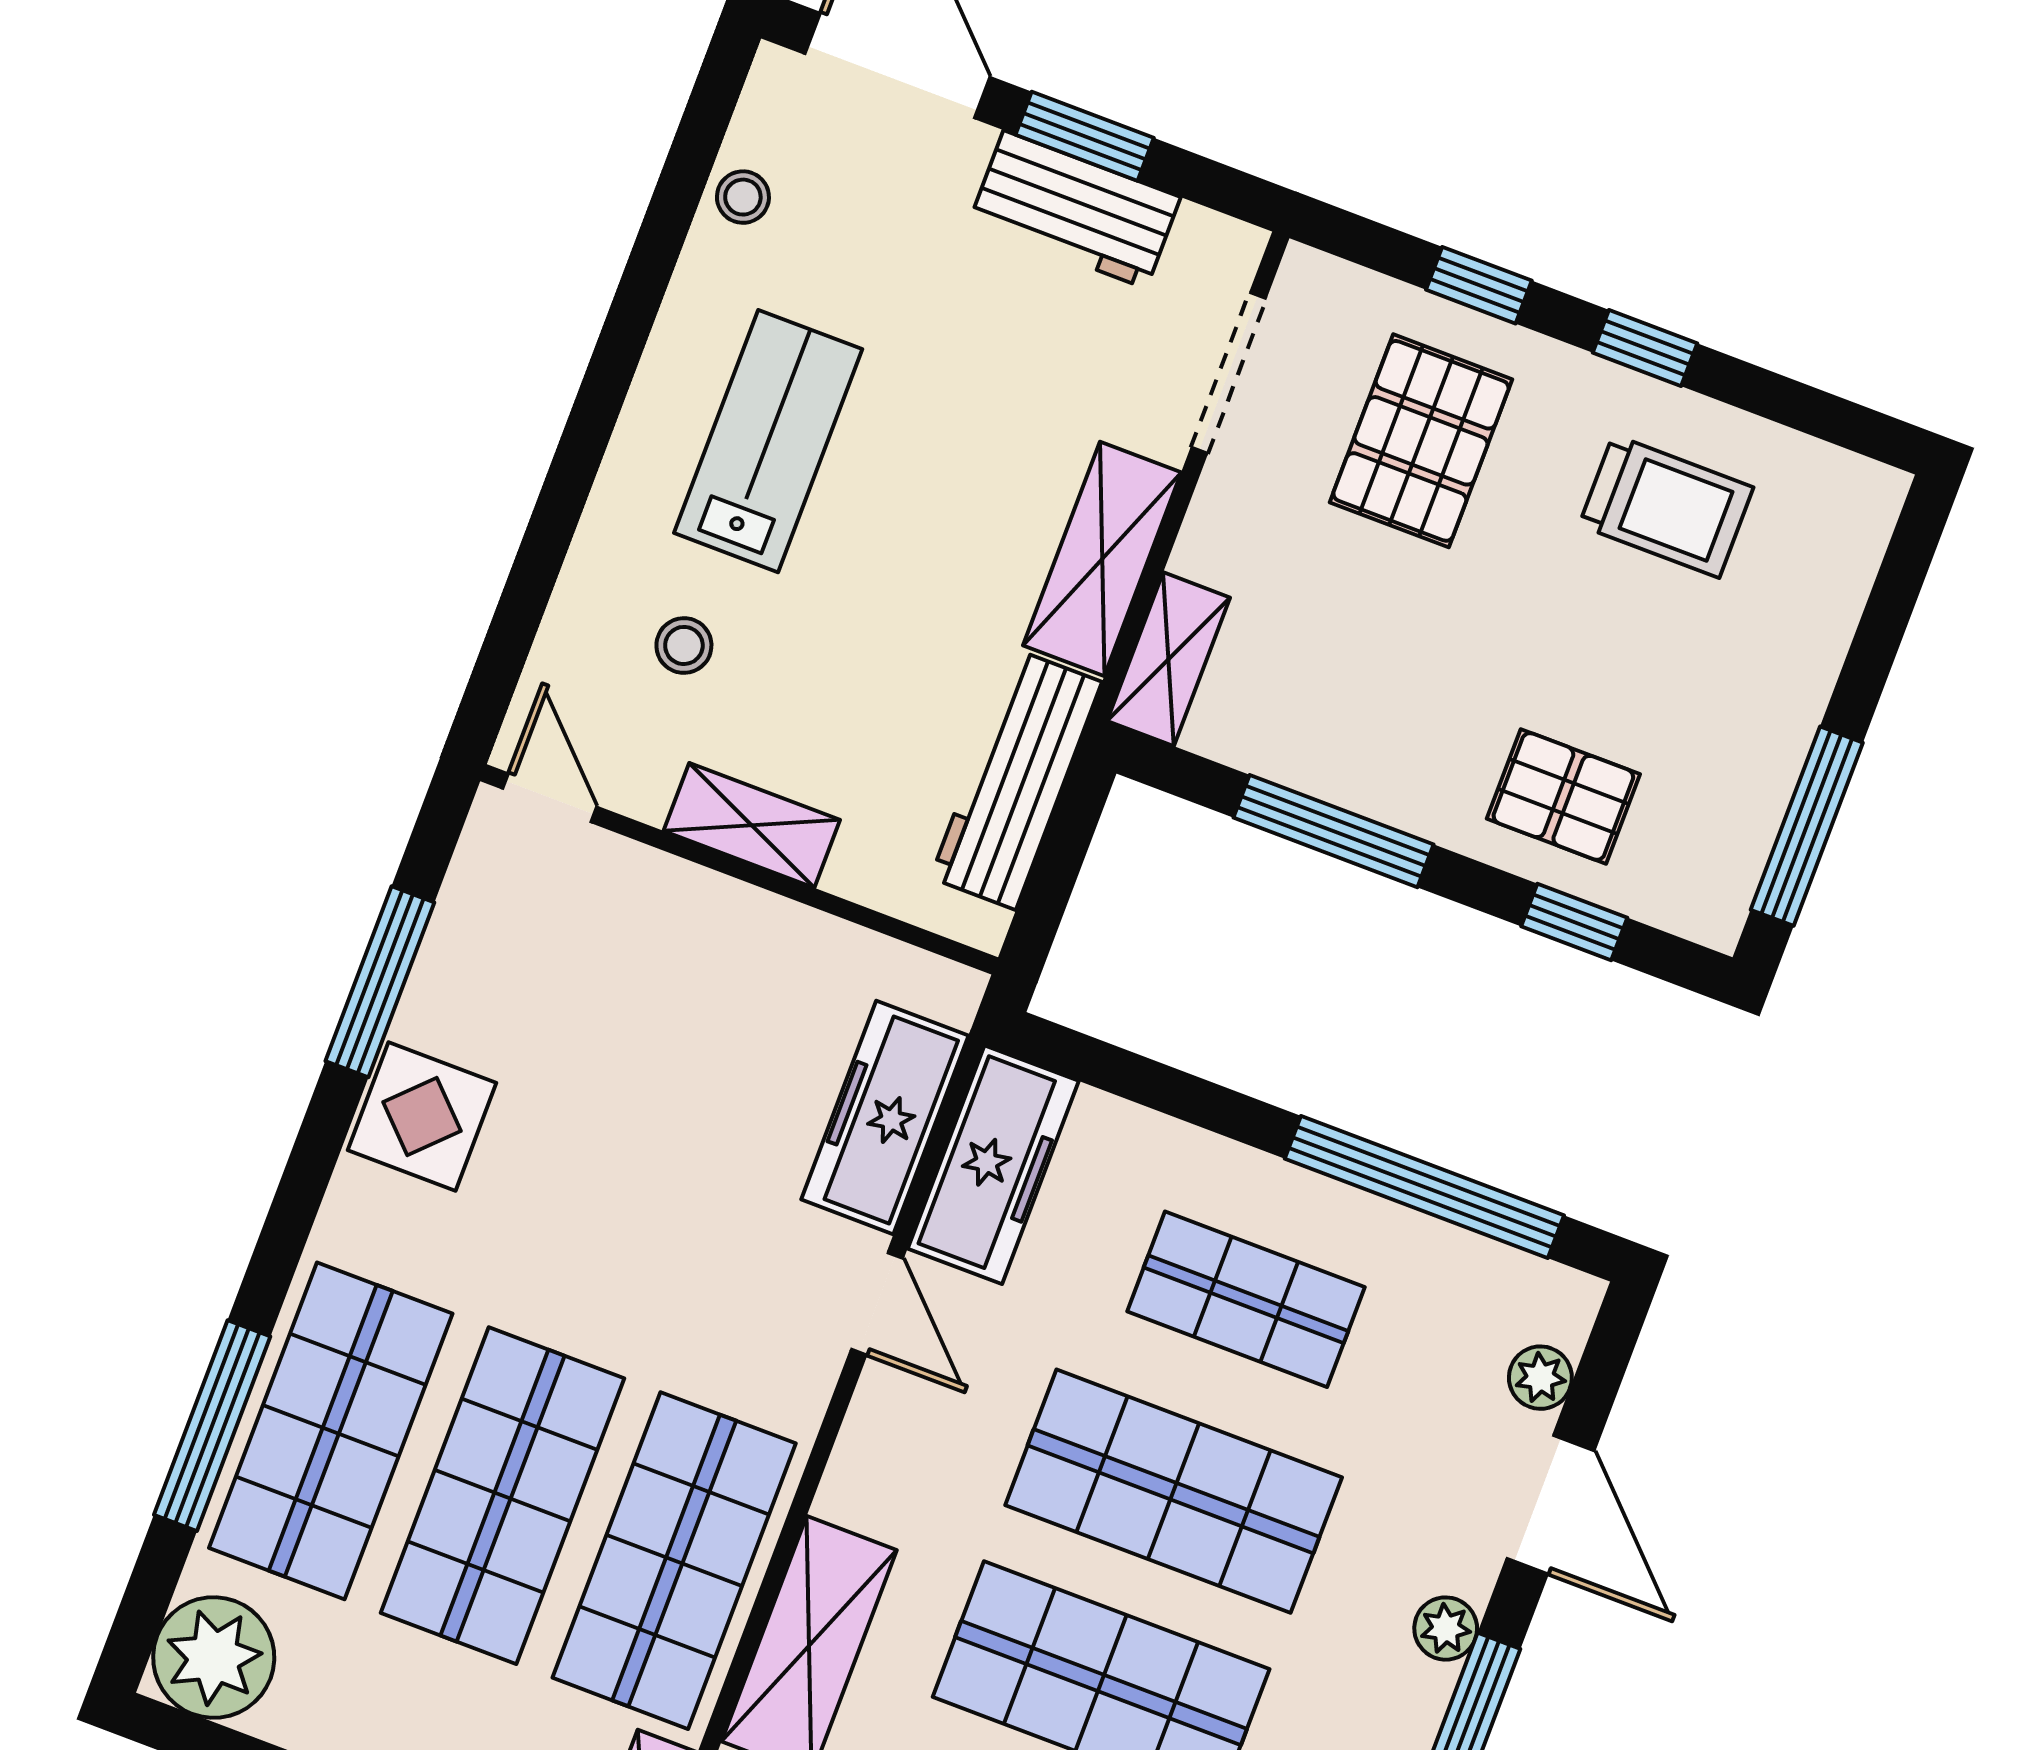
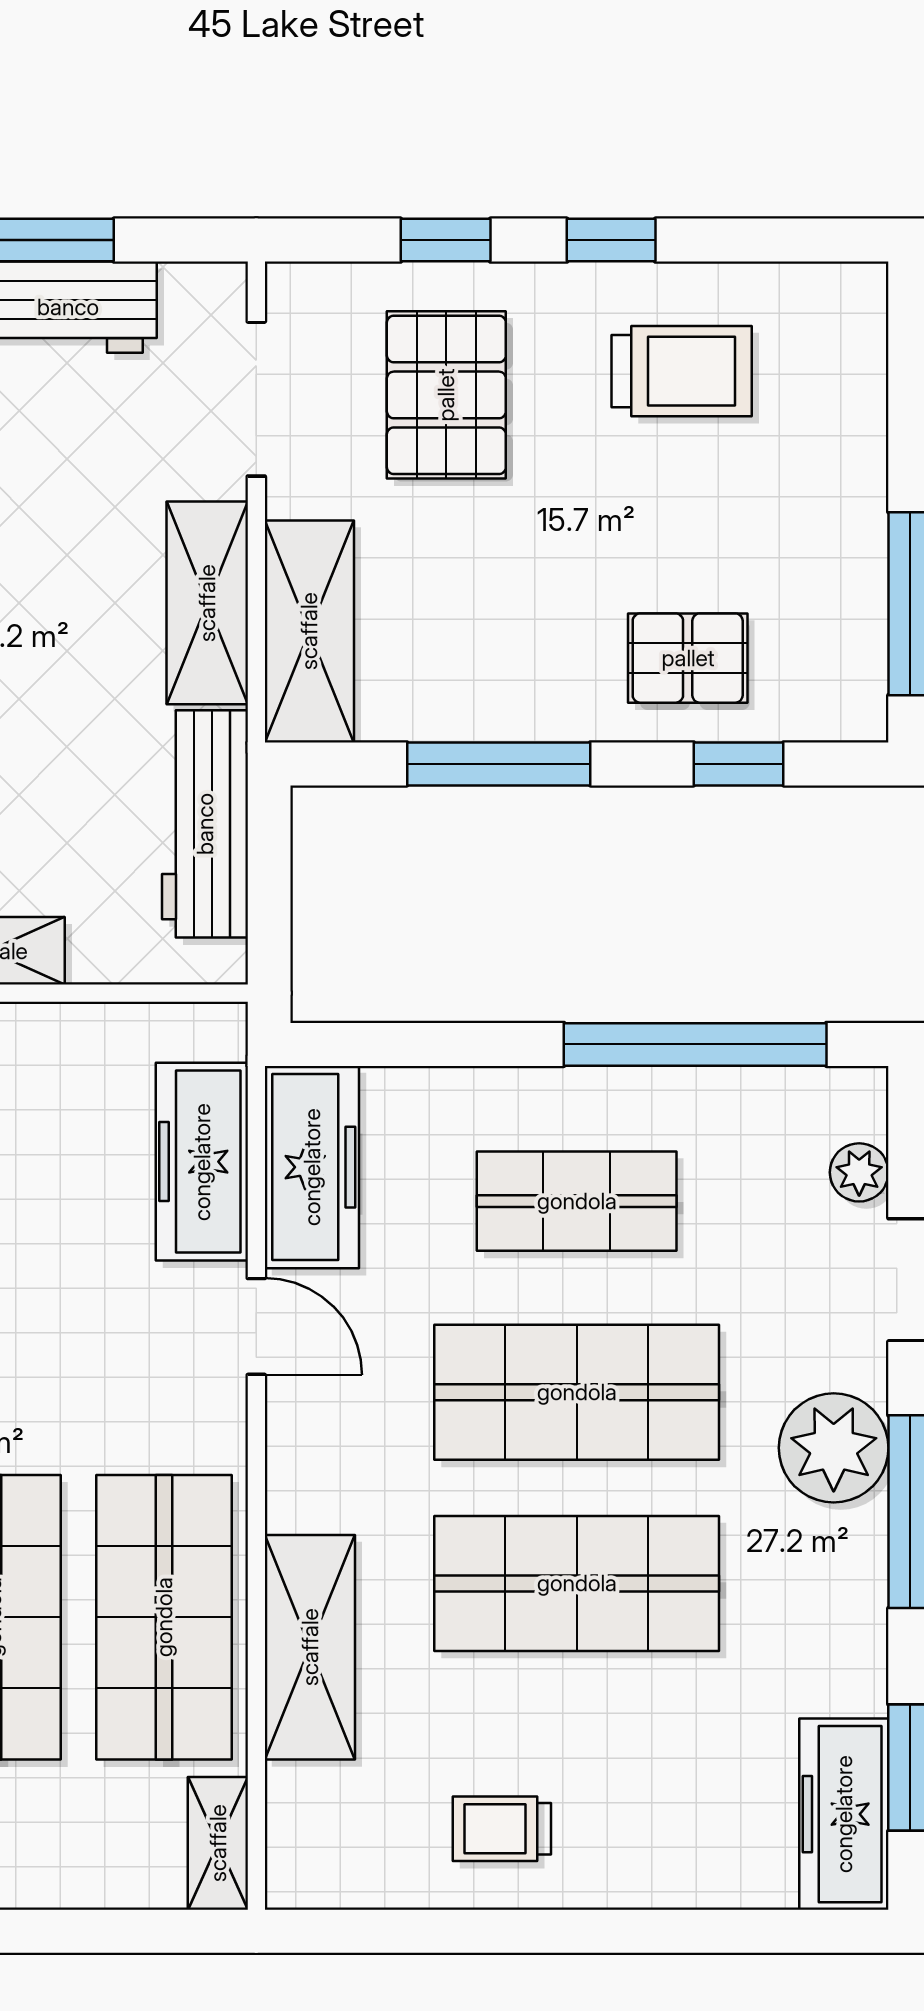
shelving: (1169, 659) -> (309, 631), width x1.50, depth x1.33
plant: (1446, 1629) -> (834, 1448), width x1.88, depth x1.88

